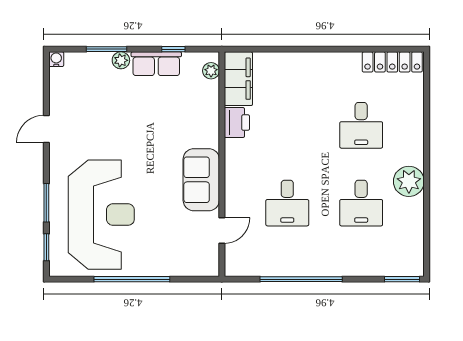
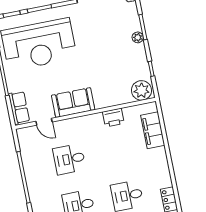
row of seats: (156, 64) -> (19, 108), moved, turned 180
plant: (211, 71) -> (141, 90), width x1.87, depth x1.87
filing cabinet: (238, 79) -> (153, 130), moved, turned 90

